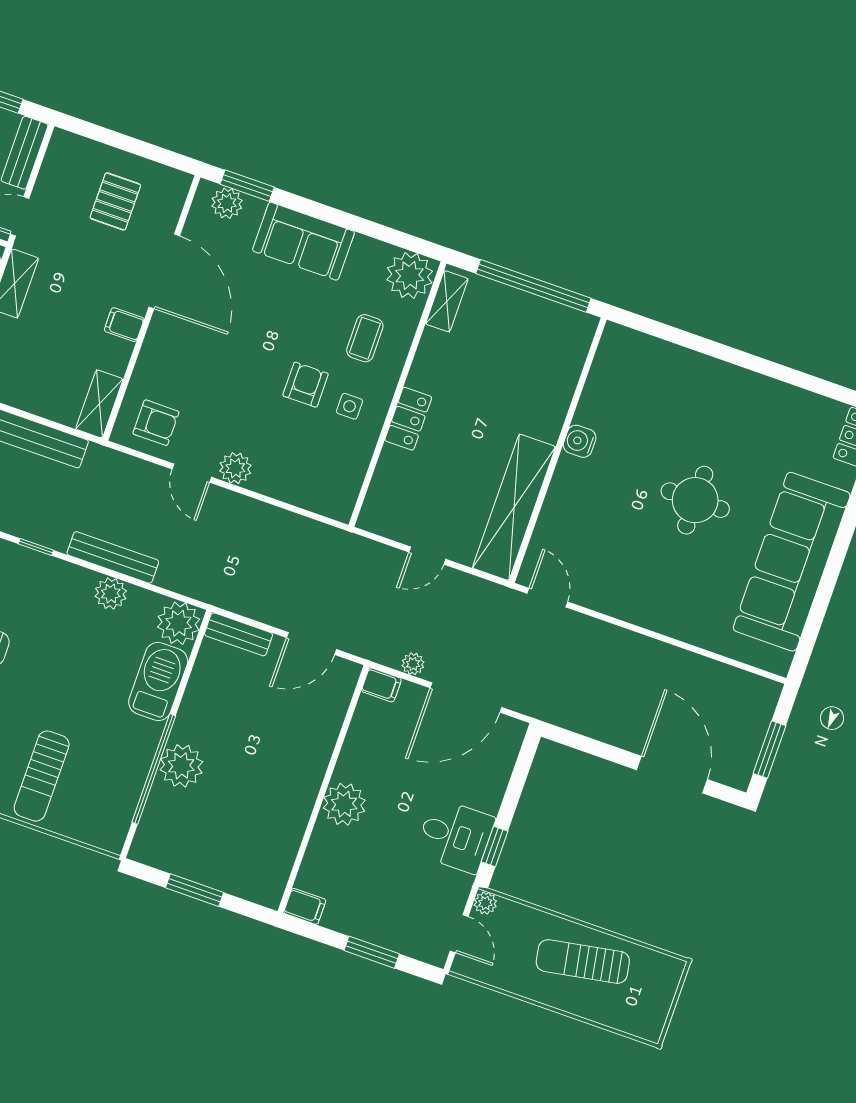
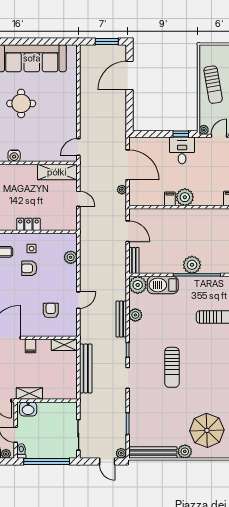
armchair: (156, 423) -> (51, 310), moved
plant: (235, 468) -> (71, 257), moved
shelving: (514, 507) -> (57, 172), width x0.68
filing cabinet: (381, 685) -> (170, 199), moved

